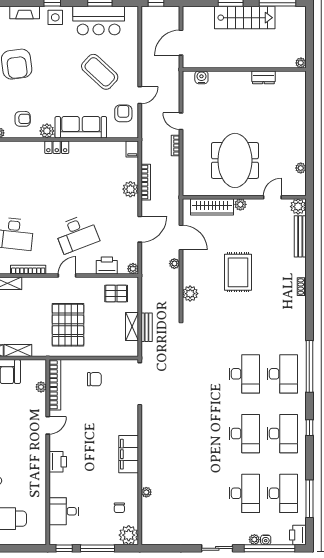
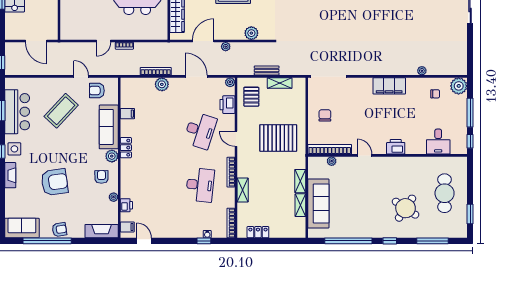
water cooler: (201, 77) -> (66, 23), removed
filing cabinet: (132, 149) -> (127, 114), moved
desk: (77, 234) -> (200, 131), turned 39
bench: (147, 327) -> (267, 71), moved

